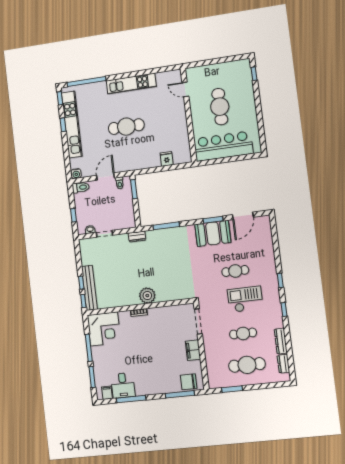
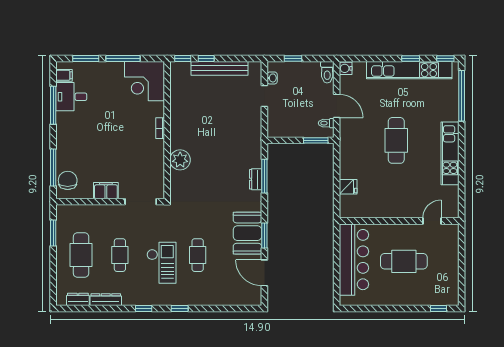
dresser: (137, 237) -> (256, 179), moved
bench: (89, 288) -> (219, 68), moved
plant: (147, 296) -> (180, 160), moved

